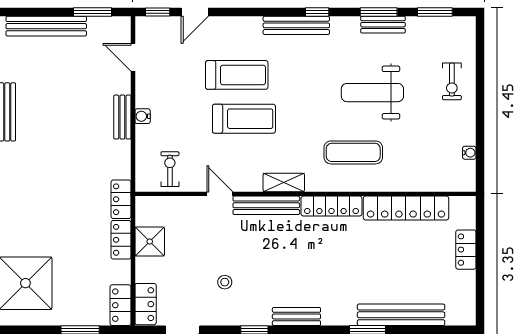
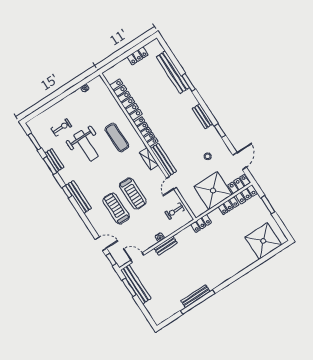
bench: (46, 26) -> (136, 284), moved
door: (133, 57) -> (137, 258), swing flipped
exercise bike: (452, 81) -> (61, 127), moved
treadmill: (244, 119) -> (133, 193), turned 180
locker: (121, 240) -> (228, 206), moved
shower: (150, 242) -> (213, 191), width x1.86, depth x1.86
locker: (466, 250) -> (138, 56), moved

